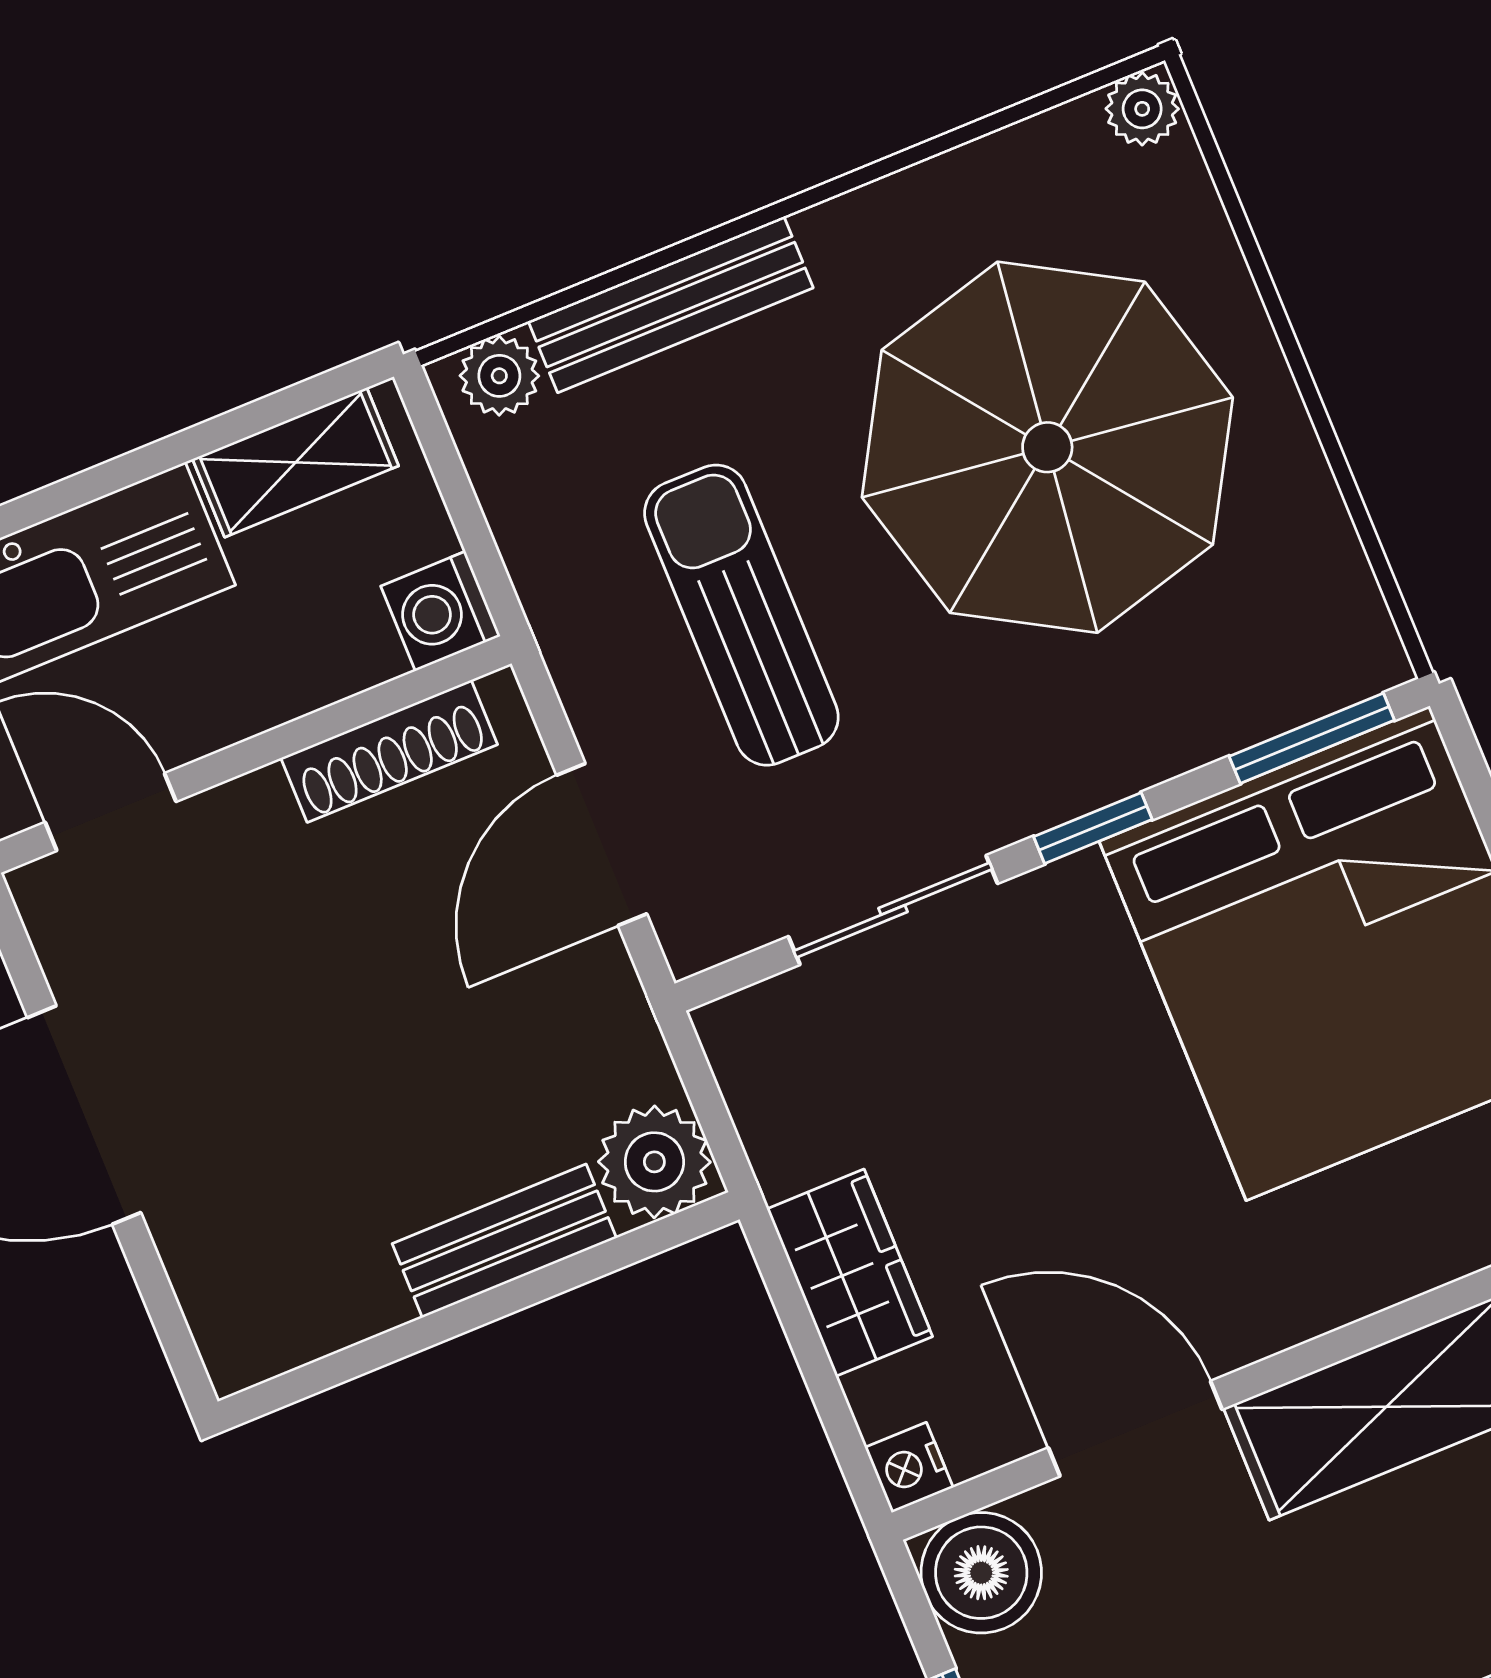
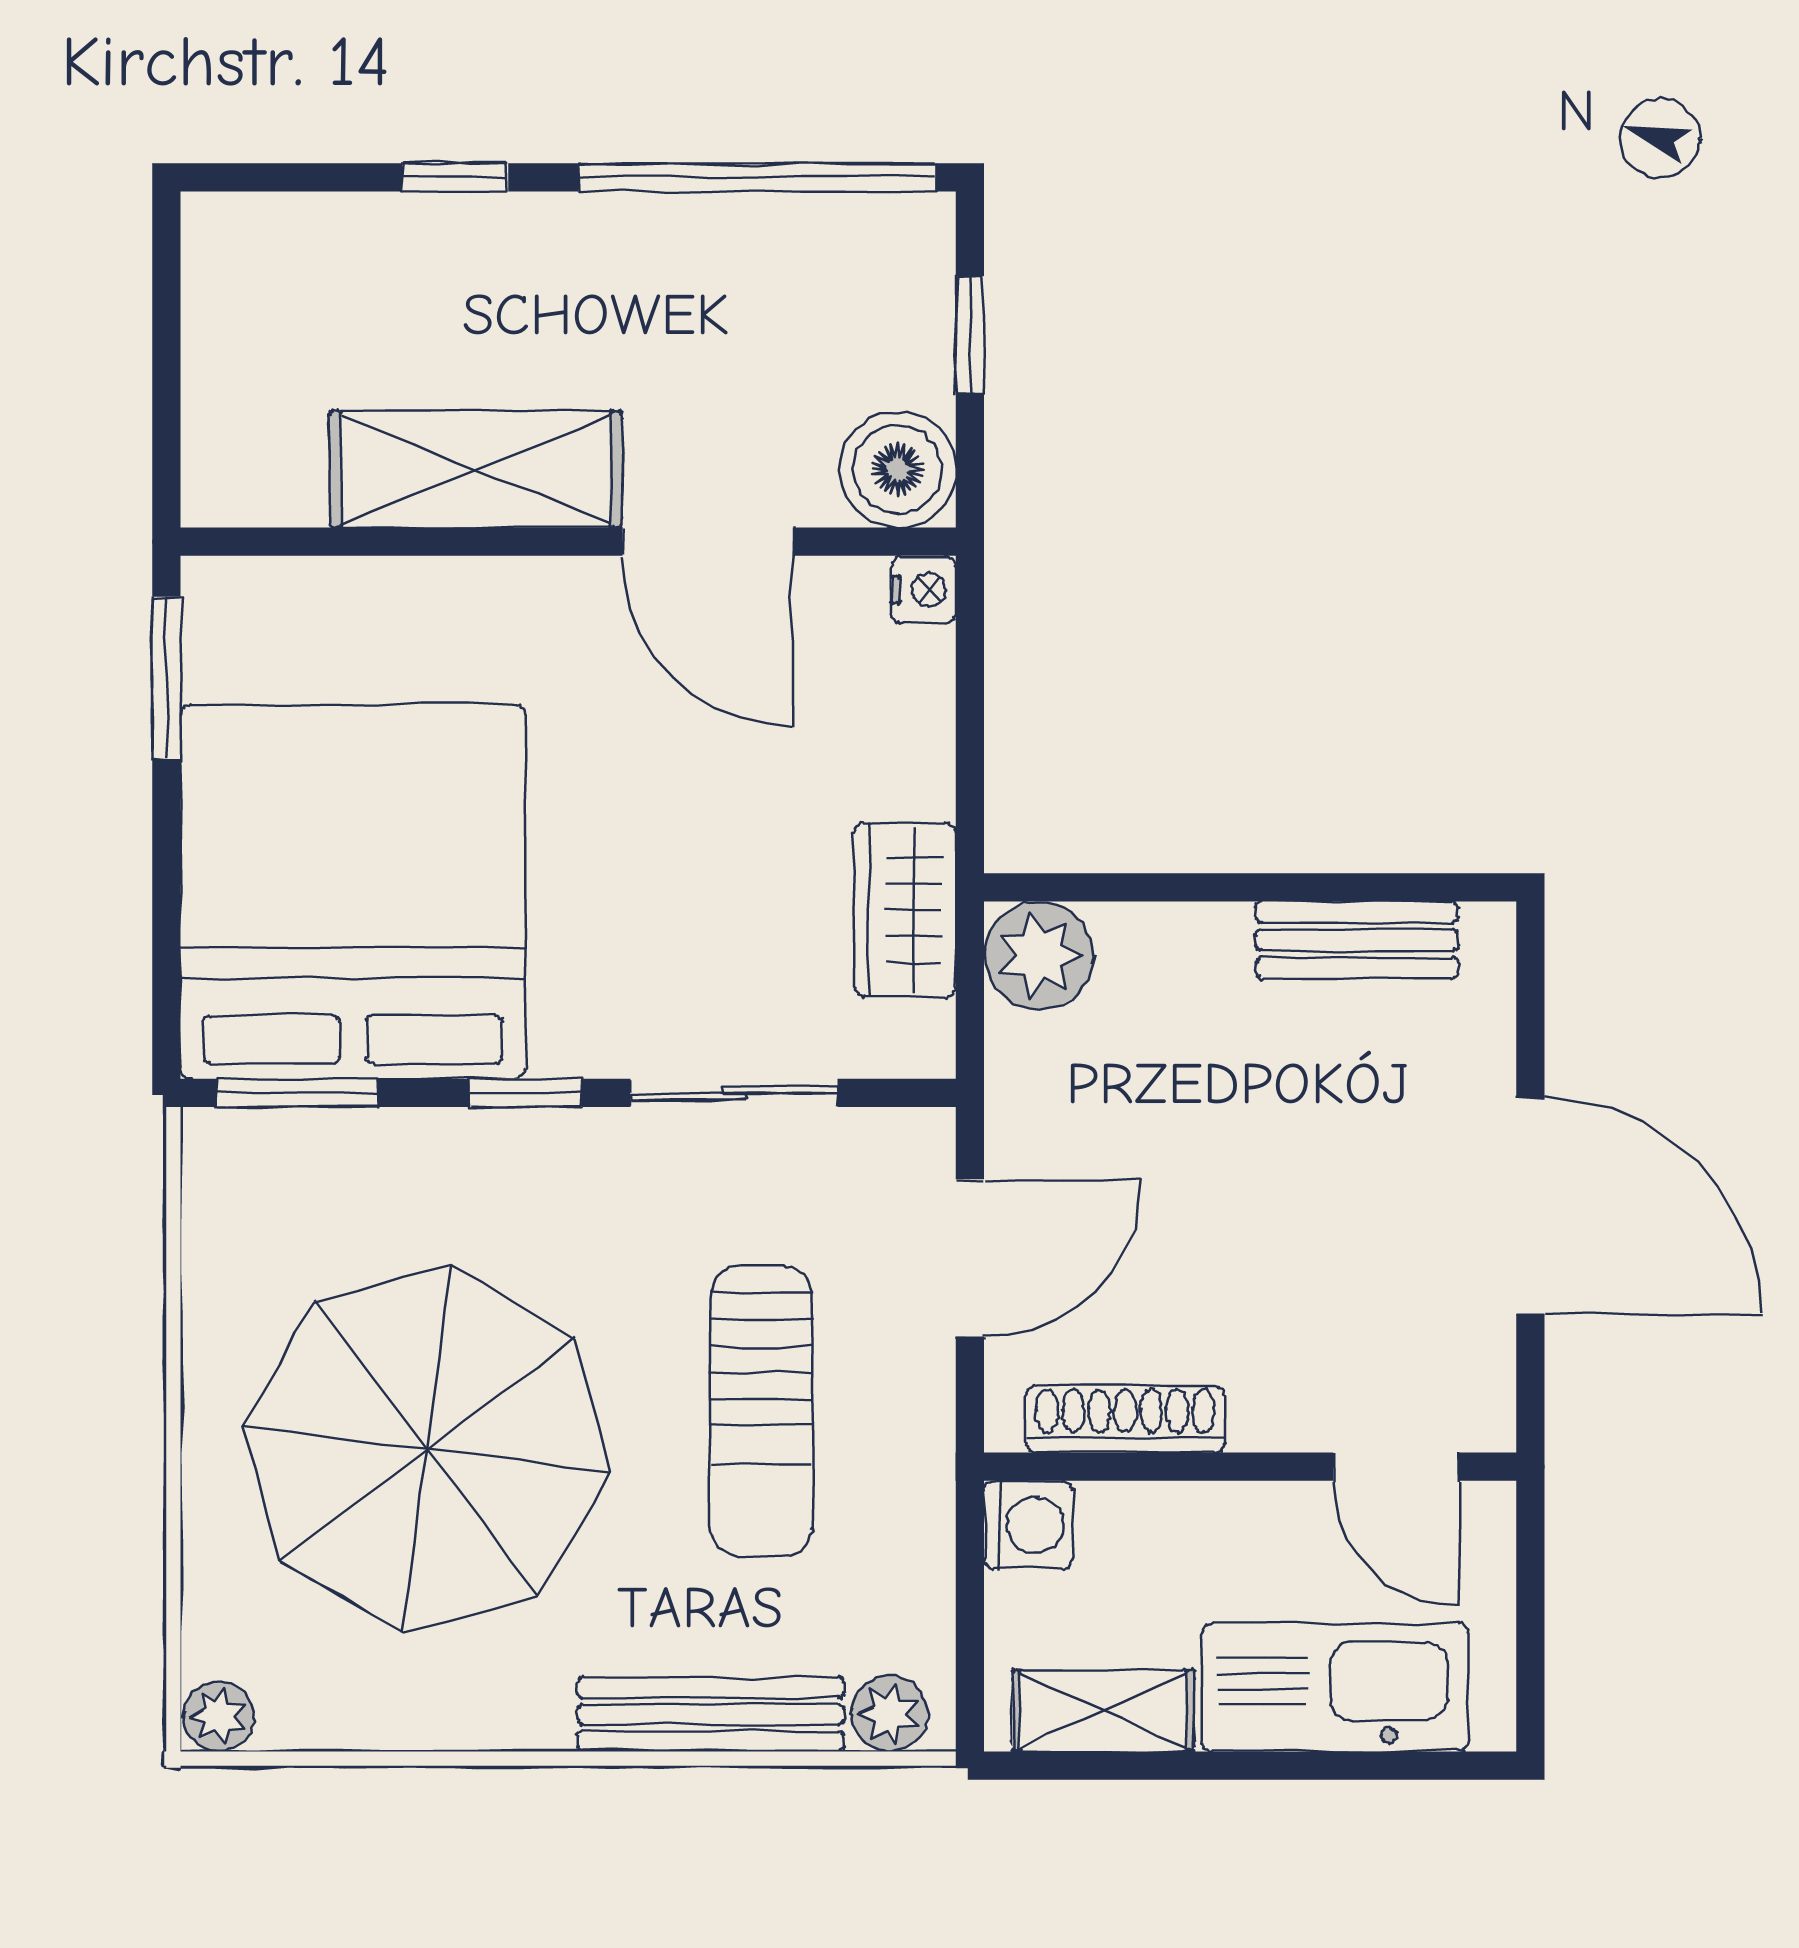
bench: (504, 1241) -> (1357, 940), moved
wardrobe: (850, 1273) -> (905, 910), moved

